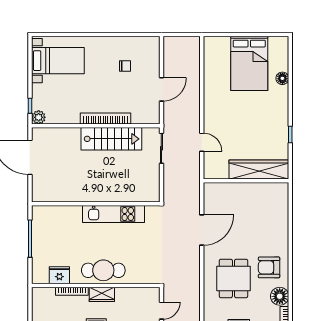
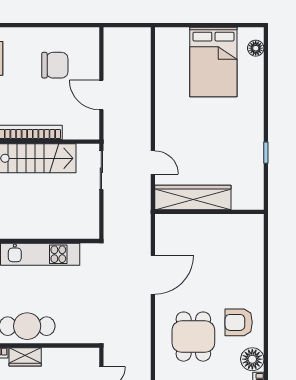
chair: (125, 66) -> (55, 65), width x1.87, depth x1.87
floor lamp: (282, 78) -> (256, 48), moved
door: (161, 89) -> (101, 95), swing flipped
wardrobe: (259, 170) -> (193, 198), moved

